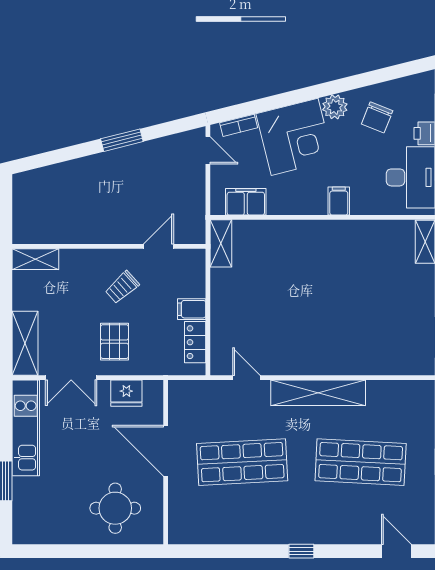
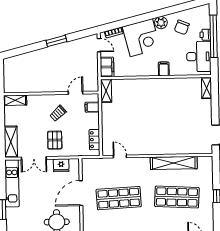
filing cabinet: (246, 202) -> (107, 67), moved, turned 90
filing cabinet: (192, 309) -> (92, 107), moved
shelving: (318, 393) -> (174, 163), moved
door: (166, 451) -> (81, 193), hinge flipped

